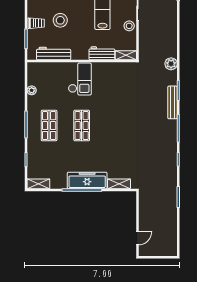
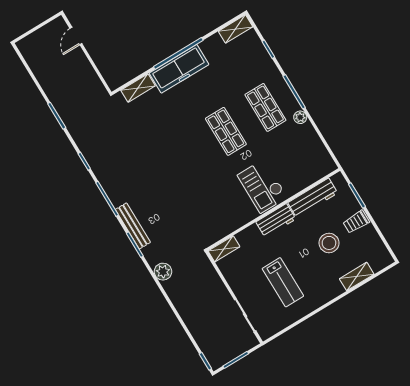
stool: (129, 26) -> (241, 287), removed
workbench: (102, 53) -> (276, 221), moved
plant: (32, 90) -> (300, 117), moved

